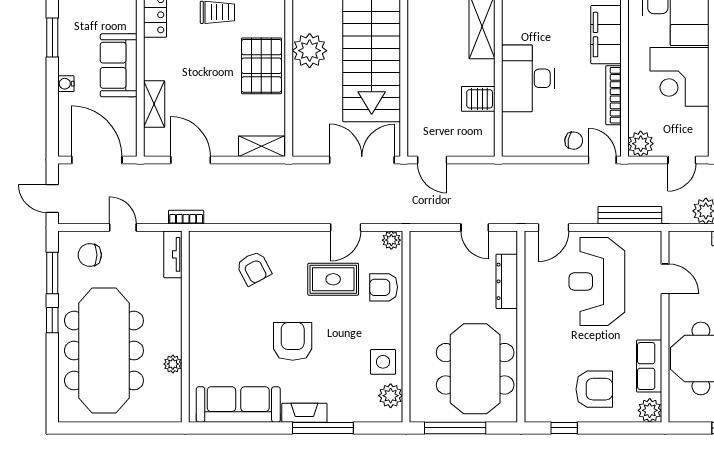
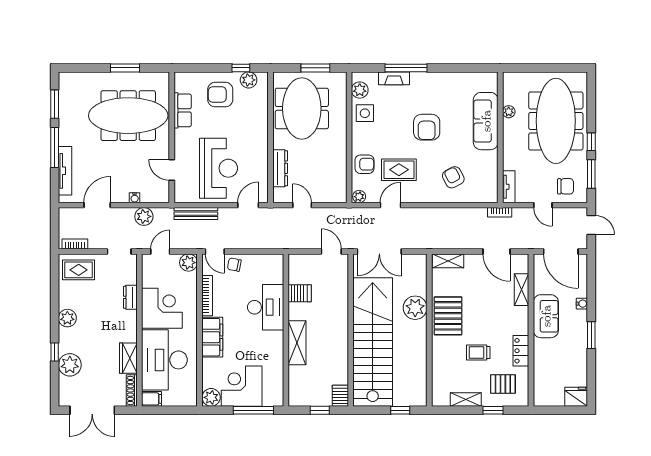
plant: (310, 51) -> (415, 308), moved
sofa: (238, 404) -> (486, 121), moved, turned 90
plant: (650, 410) -> (249, 80), moved
fireplace: (304, 413) -> (394, 78), moved
window: (455, 428) -> (315, 68), width x0.69

